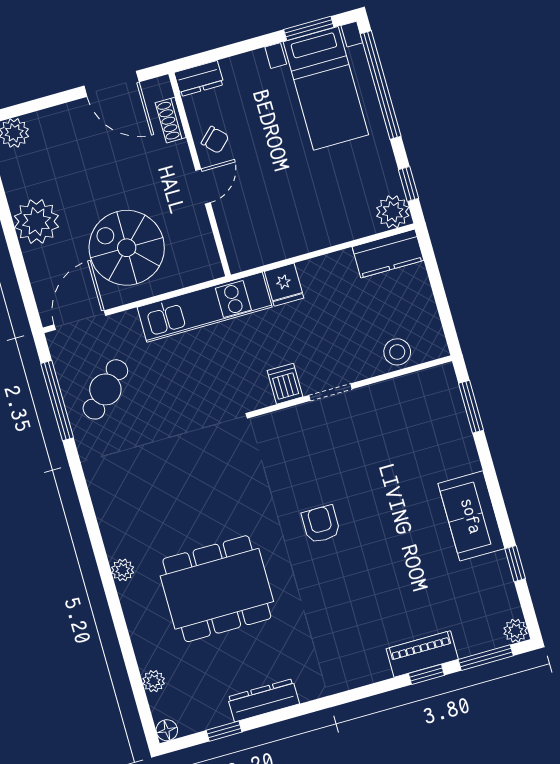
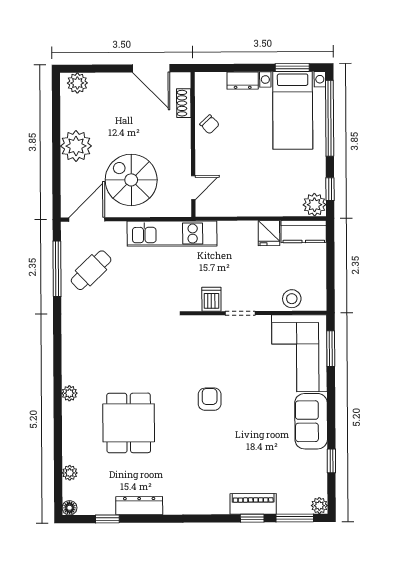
dresser: (199, 79) -> (243, 81), moved
door: (203, 186) -> (193, 188), moved
fridge: (284, 285) -> (269, 233), moved
corner sofa: (429, 426) -> (299, 353), added
dining table: (217, 589) -> (129, 423), width x0.73

